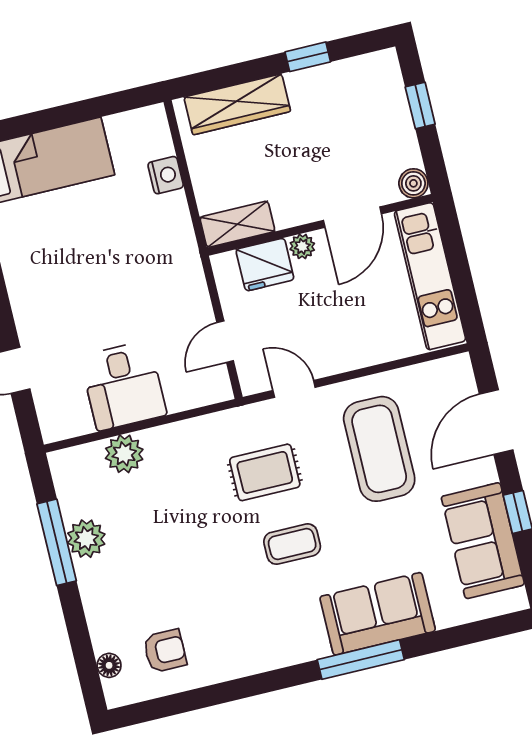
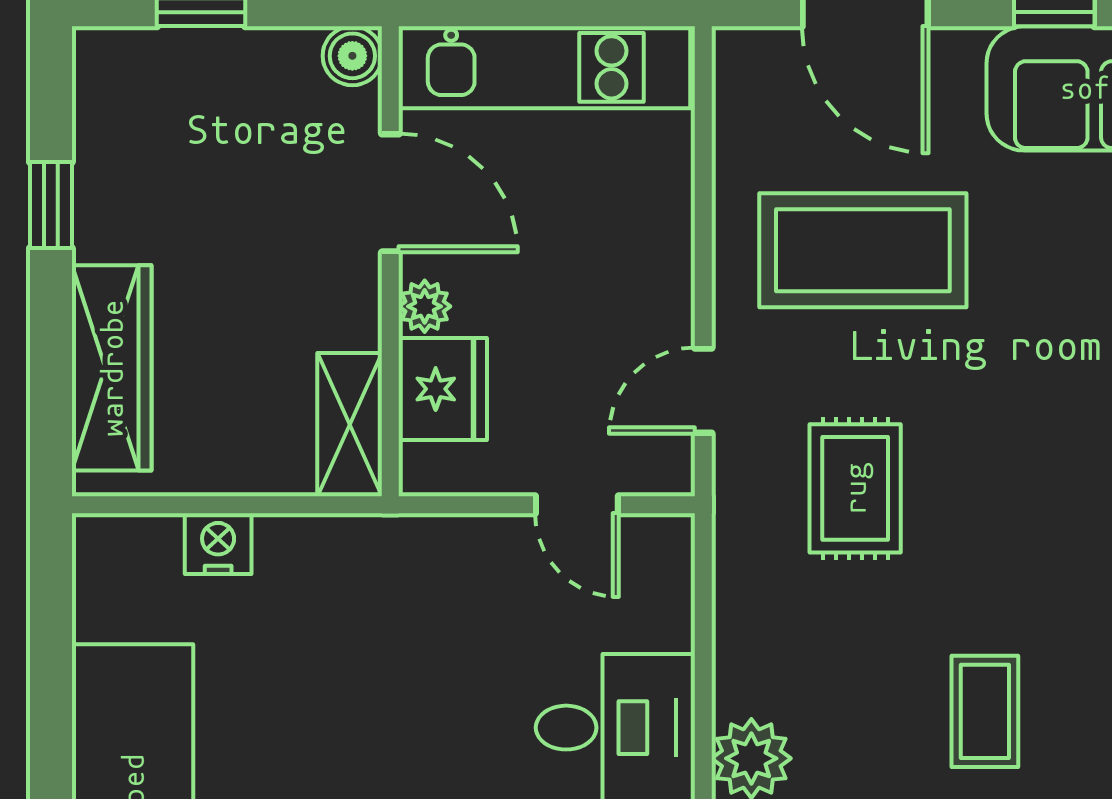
coffee table: (292, 544) -> (985, 711), moved

